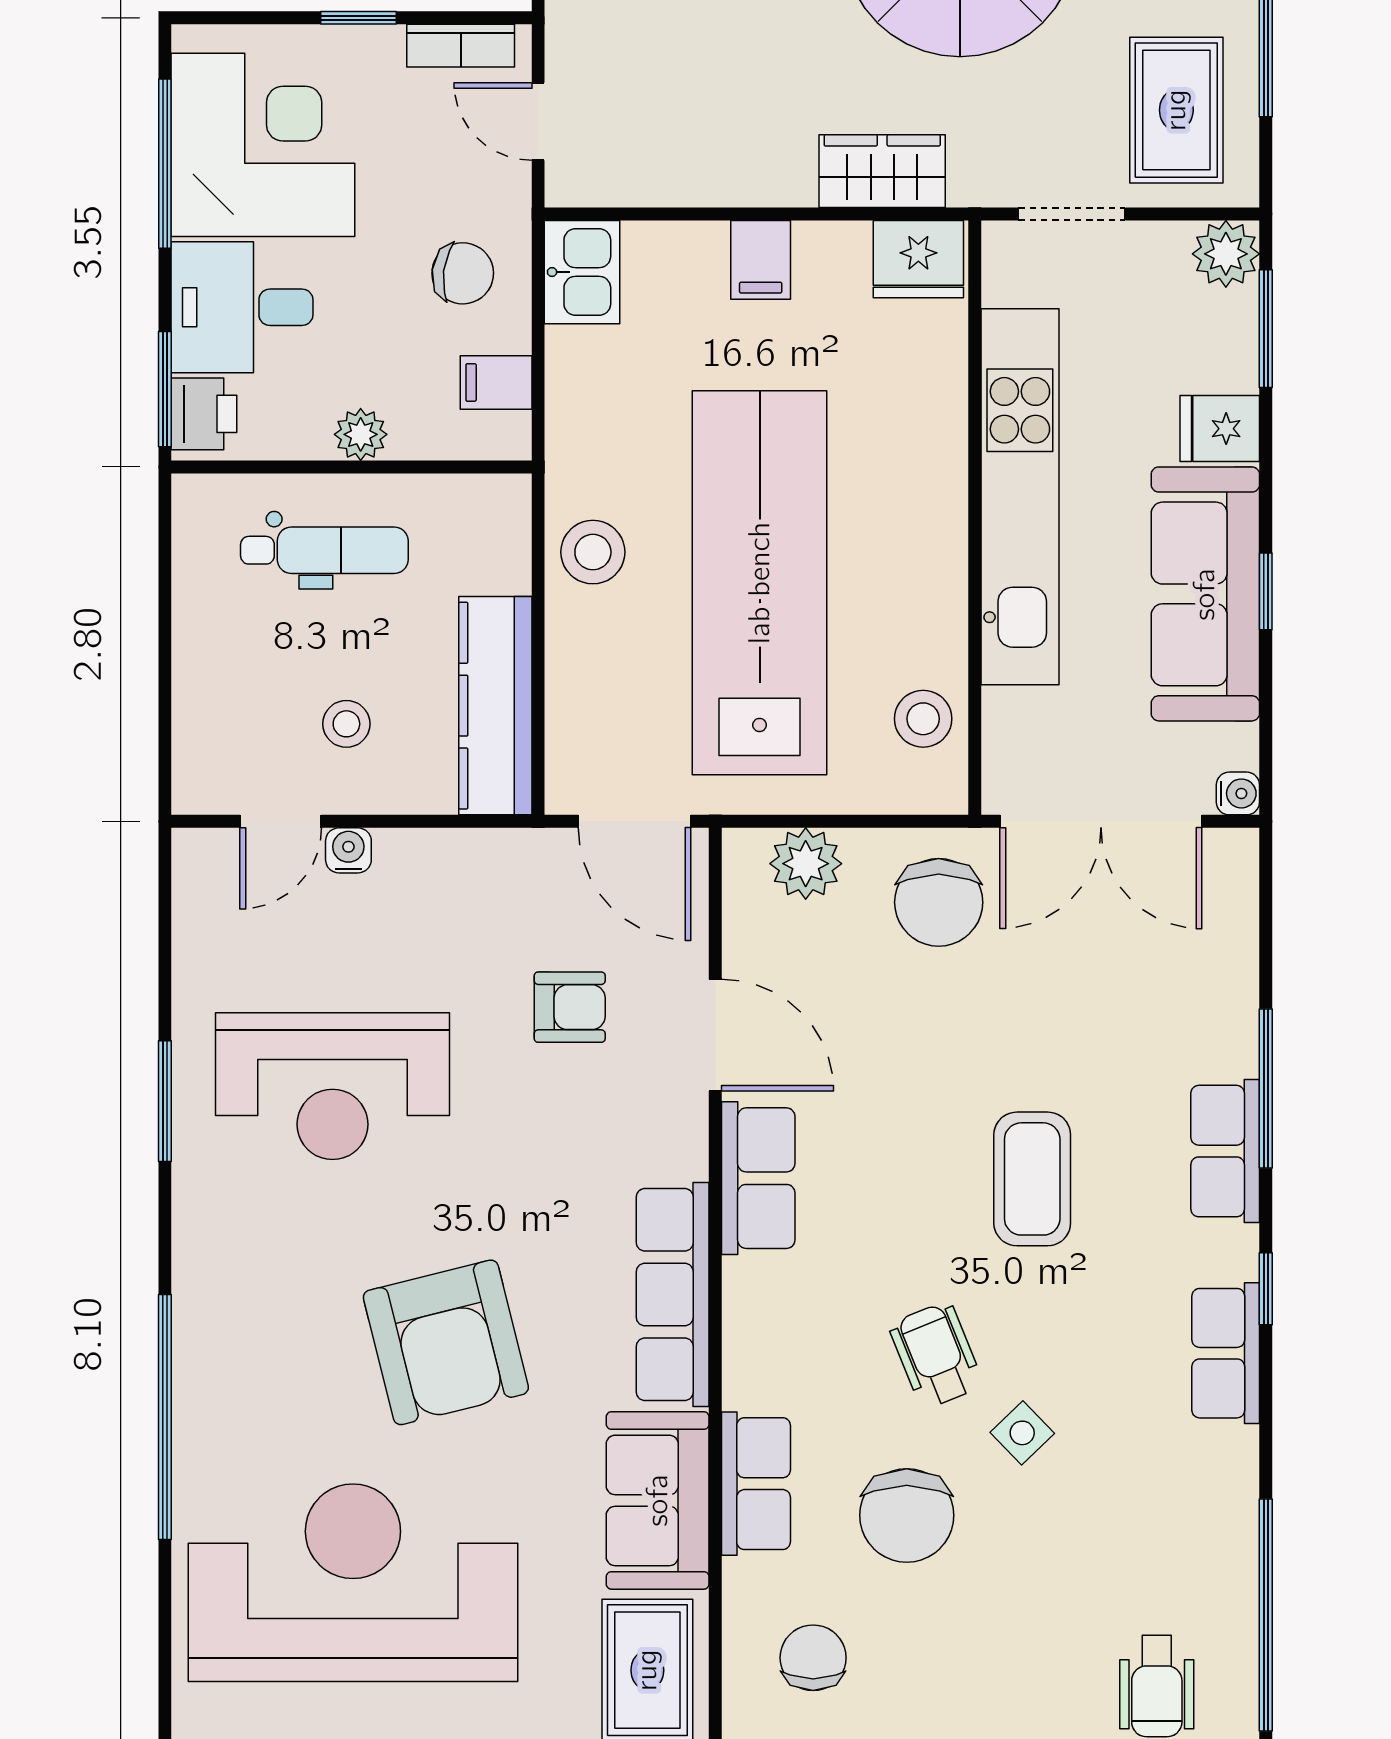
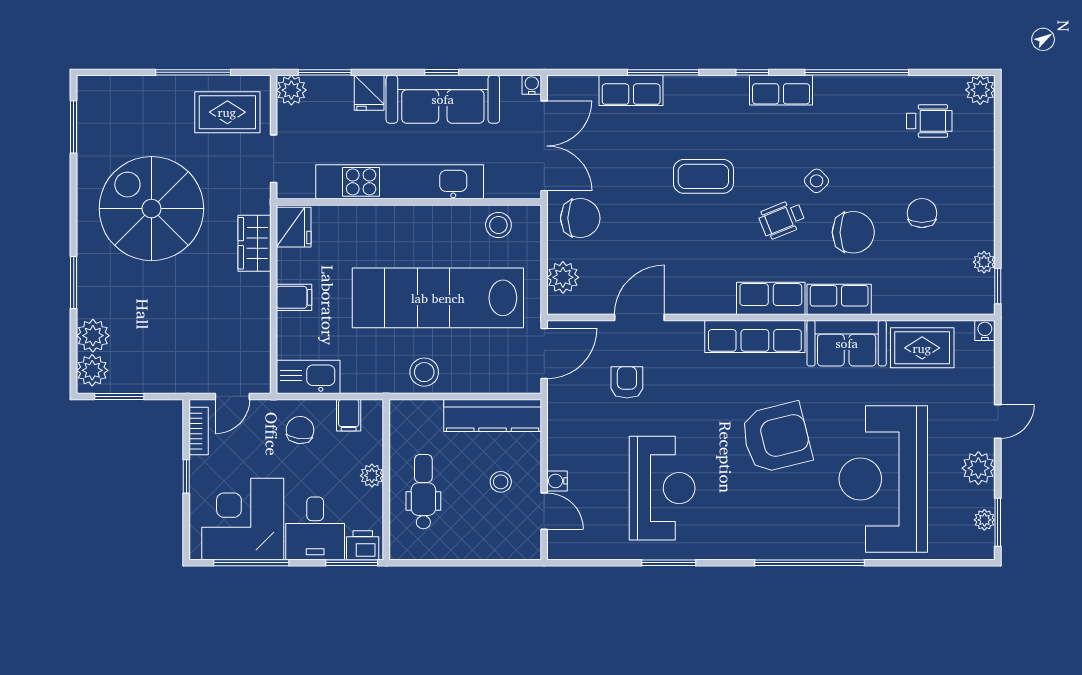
kitchen sink: (582, 272) -> (308, 377), width x1.38
row of seats: (1225, 1151) -> (631, 90), moved
row of seats: (758, 1178) -> (771, 298), moved
window: (1266, 1615) -> (857, 72), moved
chair: (813, 1658) -> (922, 213), moved, turned 90

